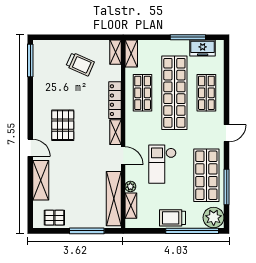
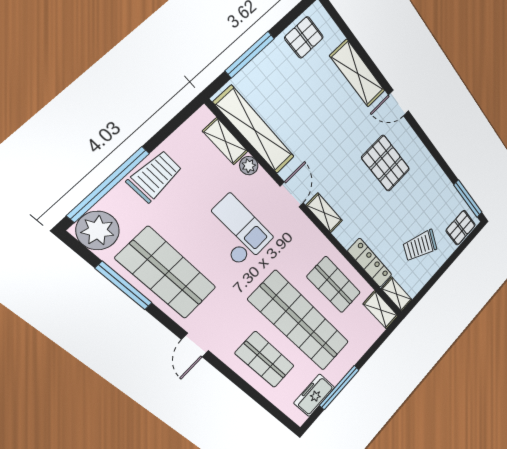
pallet: (48, 49) -> (461, 228), added
locker: (115, 100) -> (370, 263), moved
door: (123, 156) -> (292, 195), swing flipped

